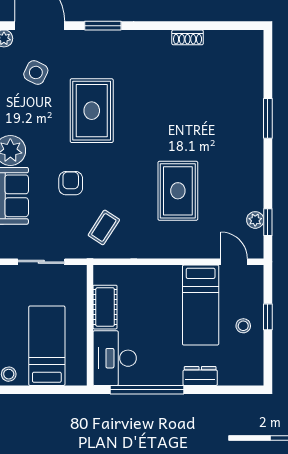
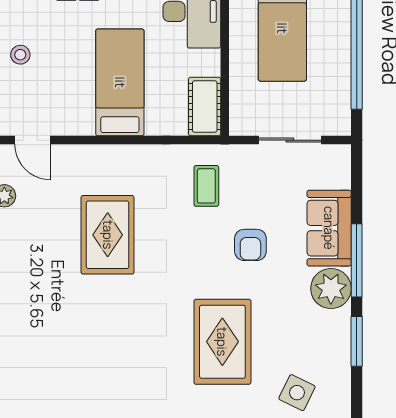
coffee table: (104, 227) -> (206, 186), turned -33
bed: (201, 305) -> (120, 82), moved
cot: (105, 307) -> (205, 106), moved

